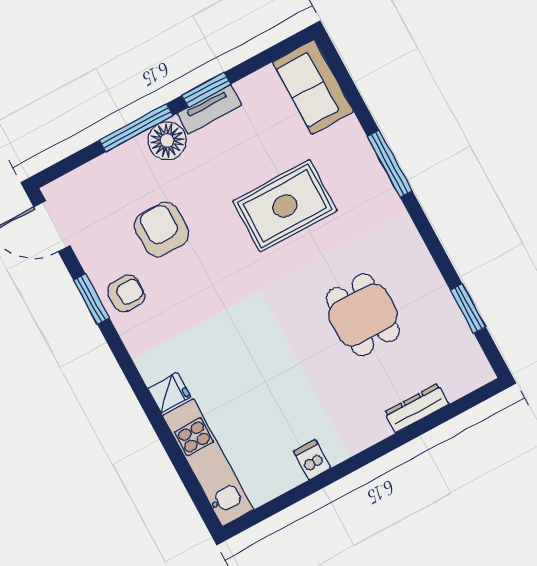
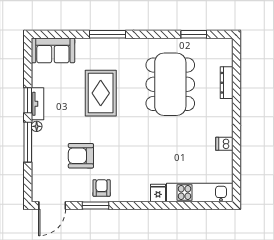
floor lamp: (167, 141) -> (37, 126), width x0.53, depth x0.53
dining table: (363, 315) -> (170, 84), width x1.88, depth x1.24

